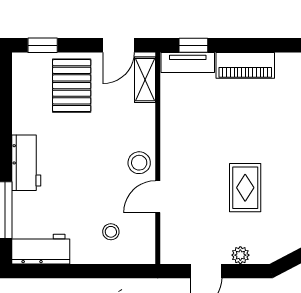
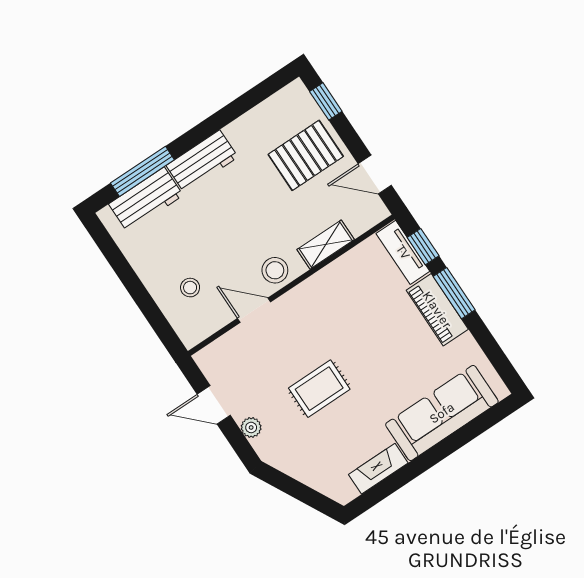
window: (242, 45) -> (454, 293), added
shelving: (145, 80) -> (326, 245), moved
workbench: (41, 249) -> (146, 200), moved, turned 90

